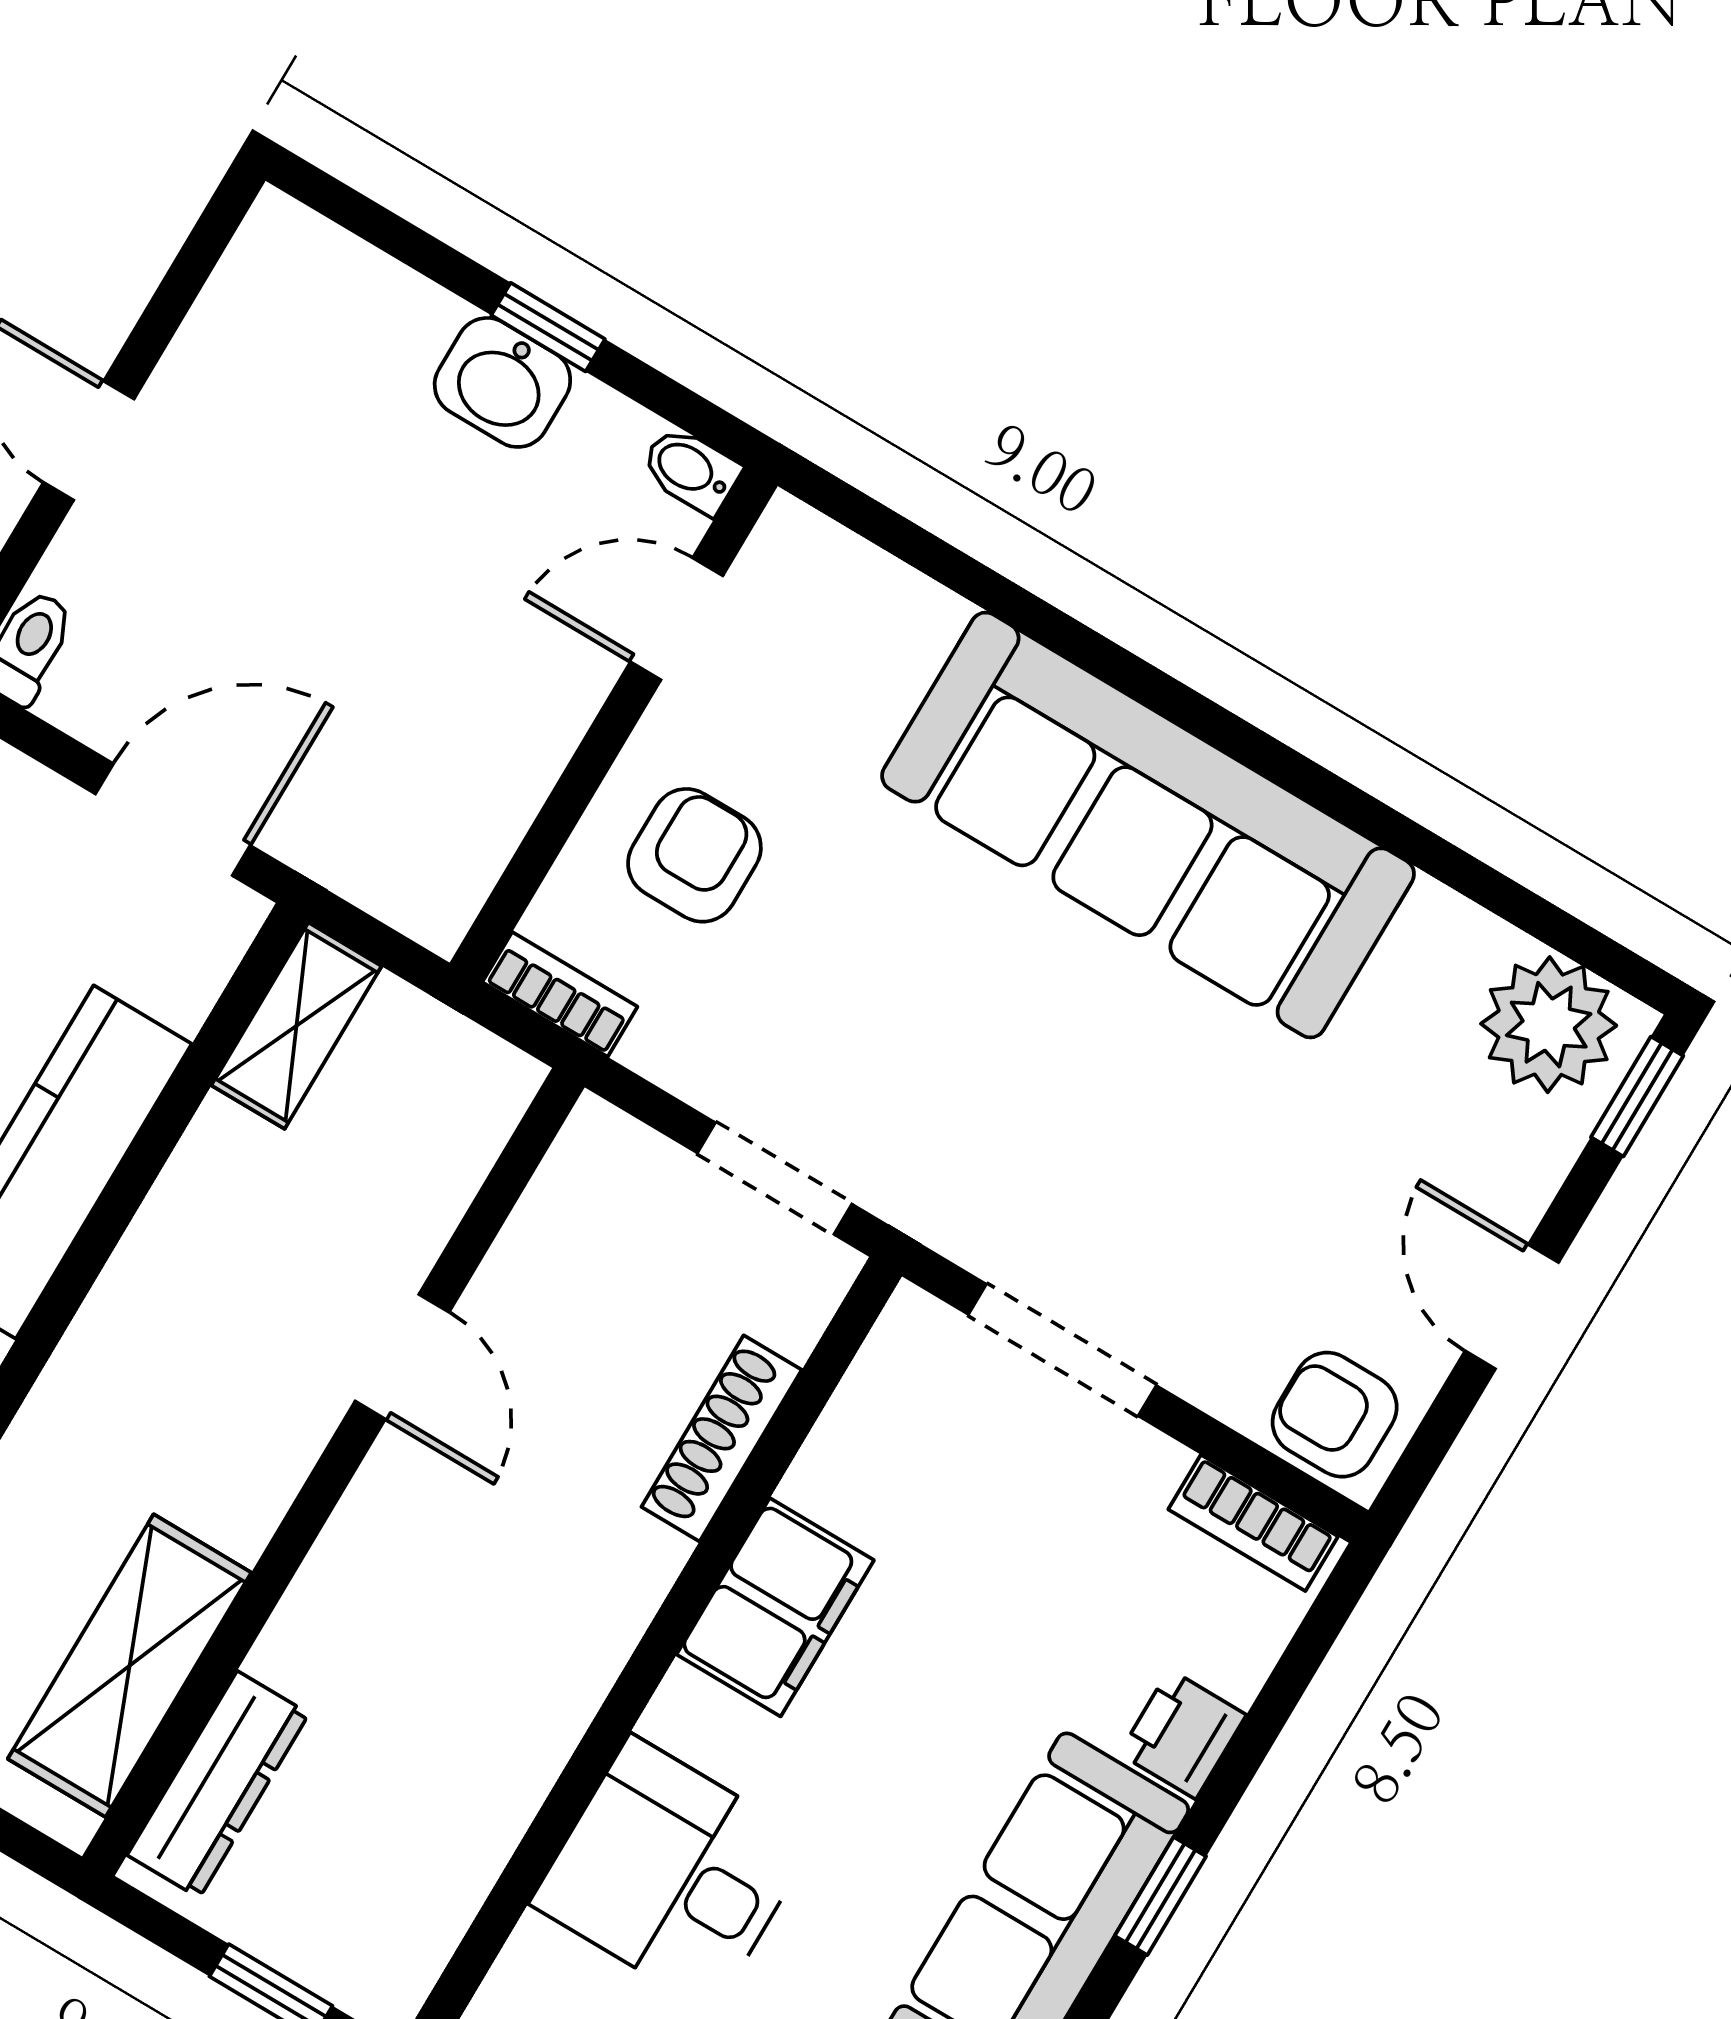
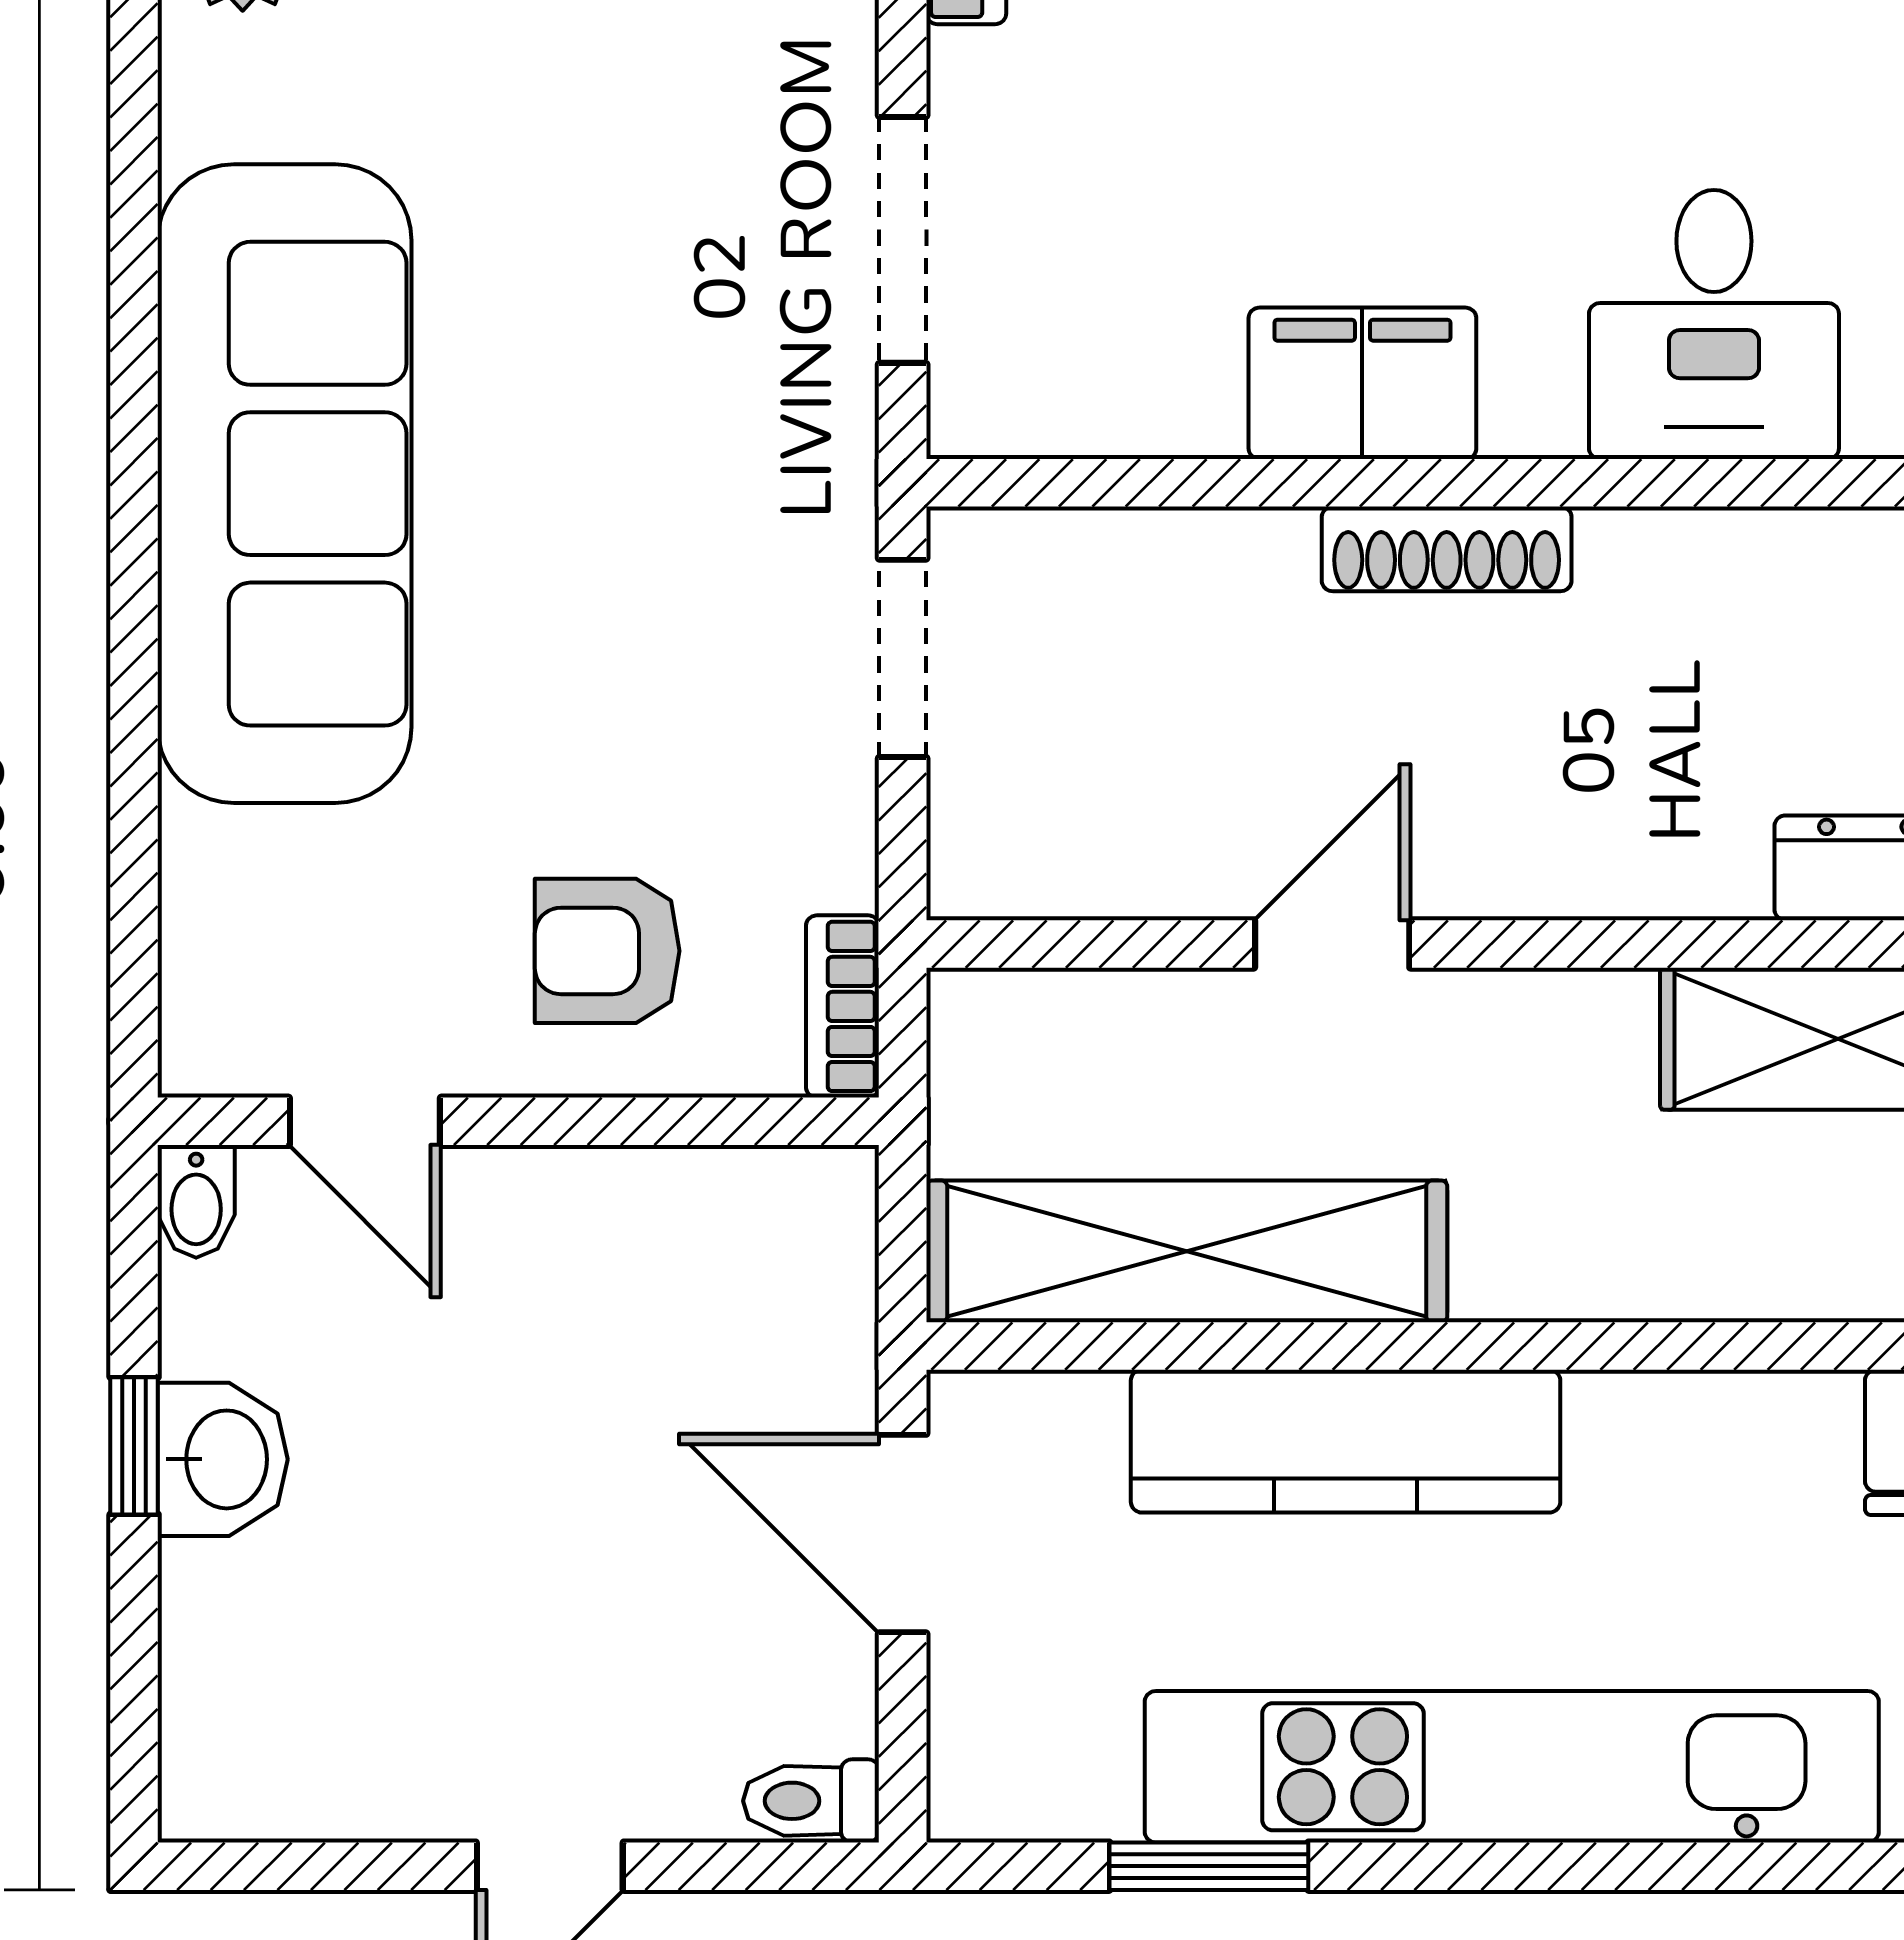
shelving: (296, 1026) -> (1187, 1251), width x2.20, depth x1.33
shoe rack: (722, 1438) -> (1447, 549), moved

